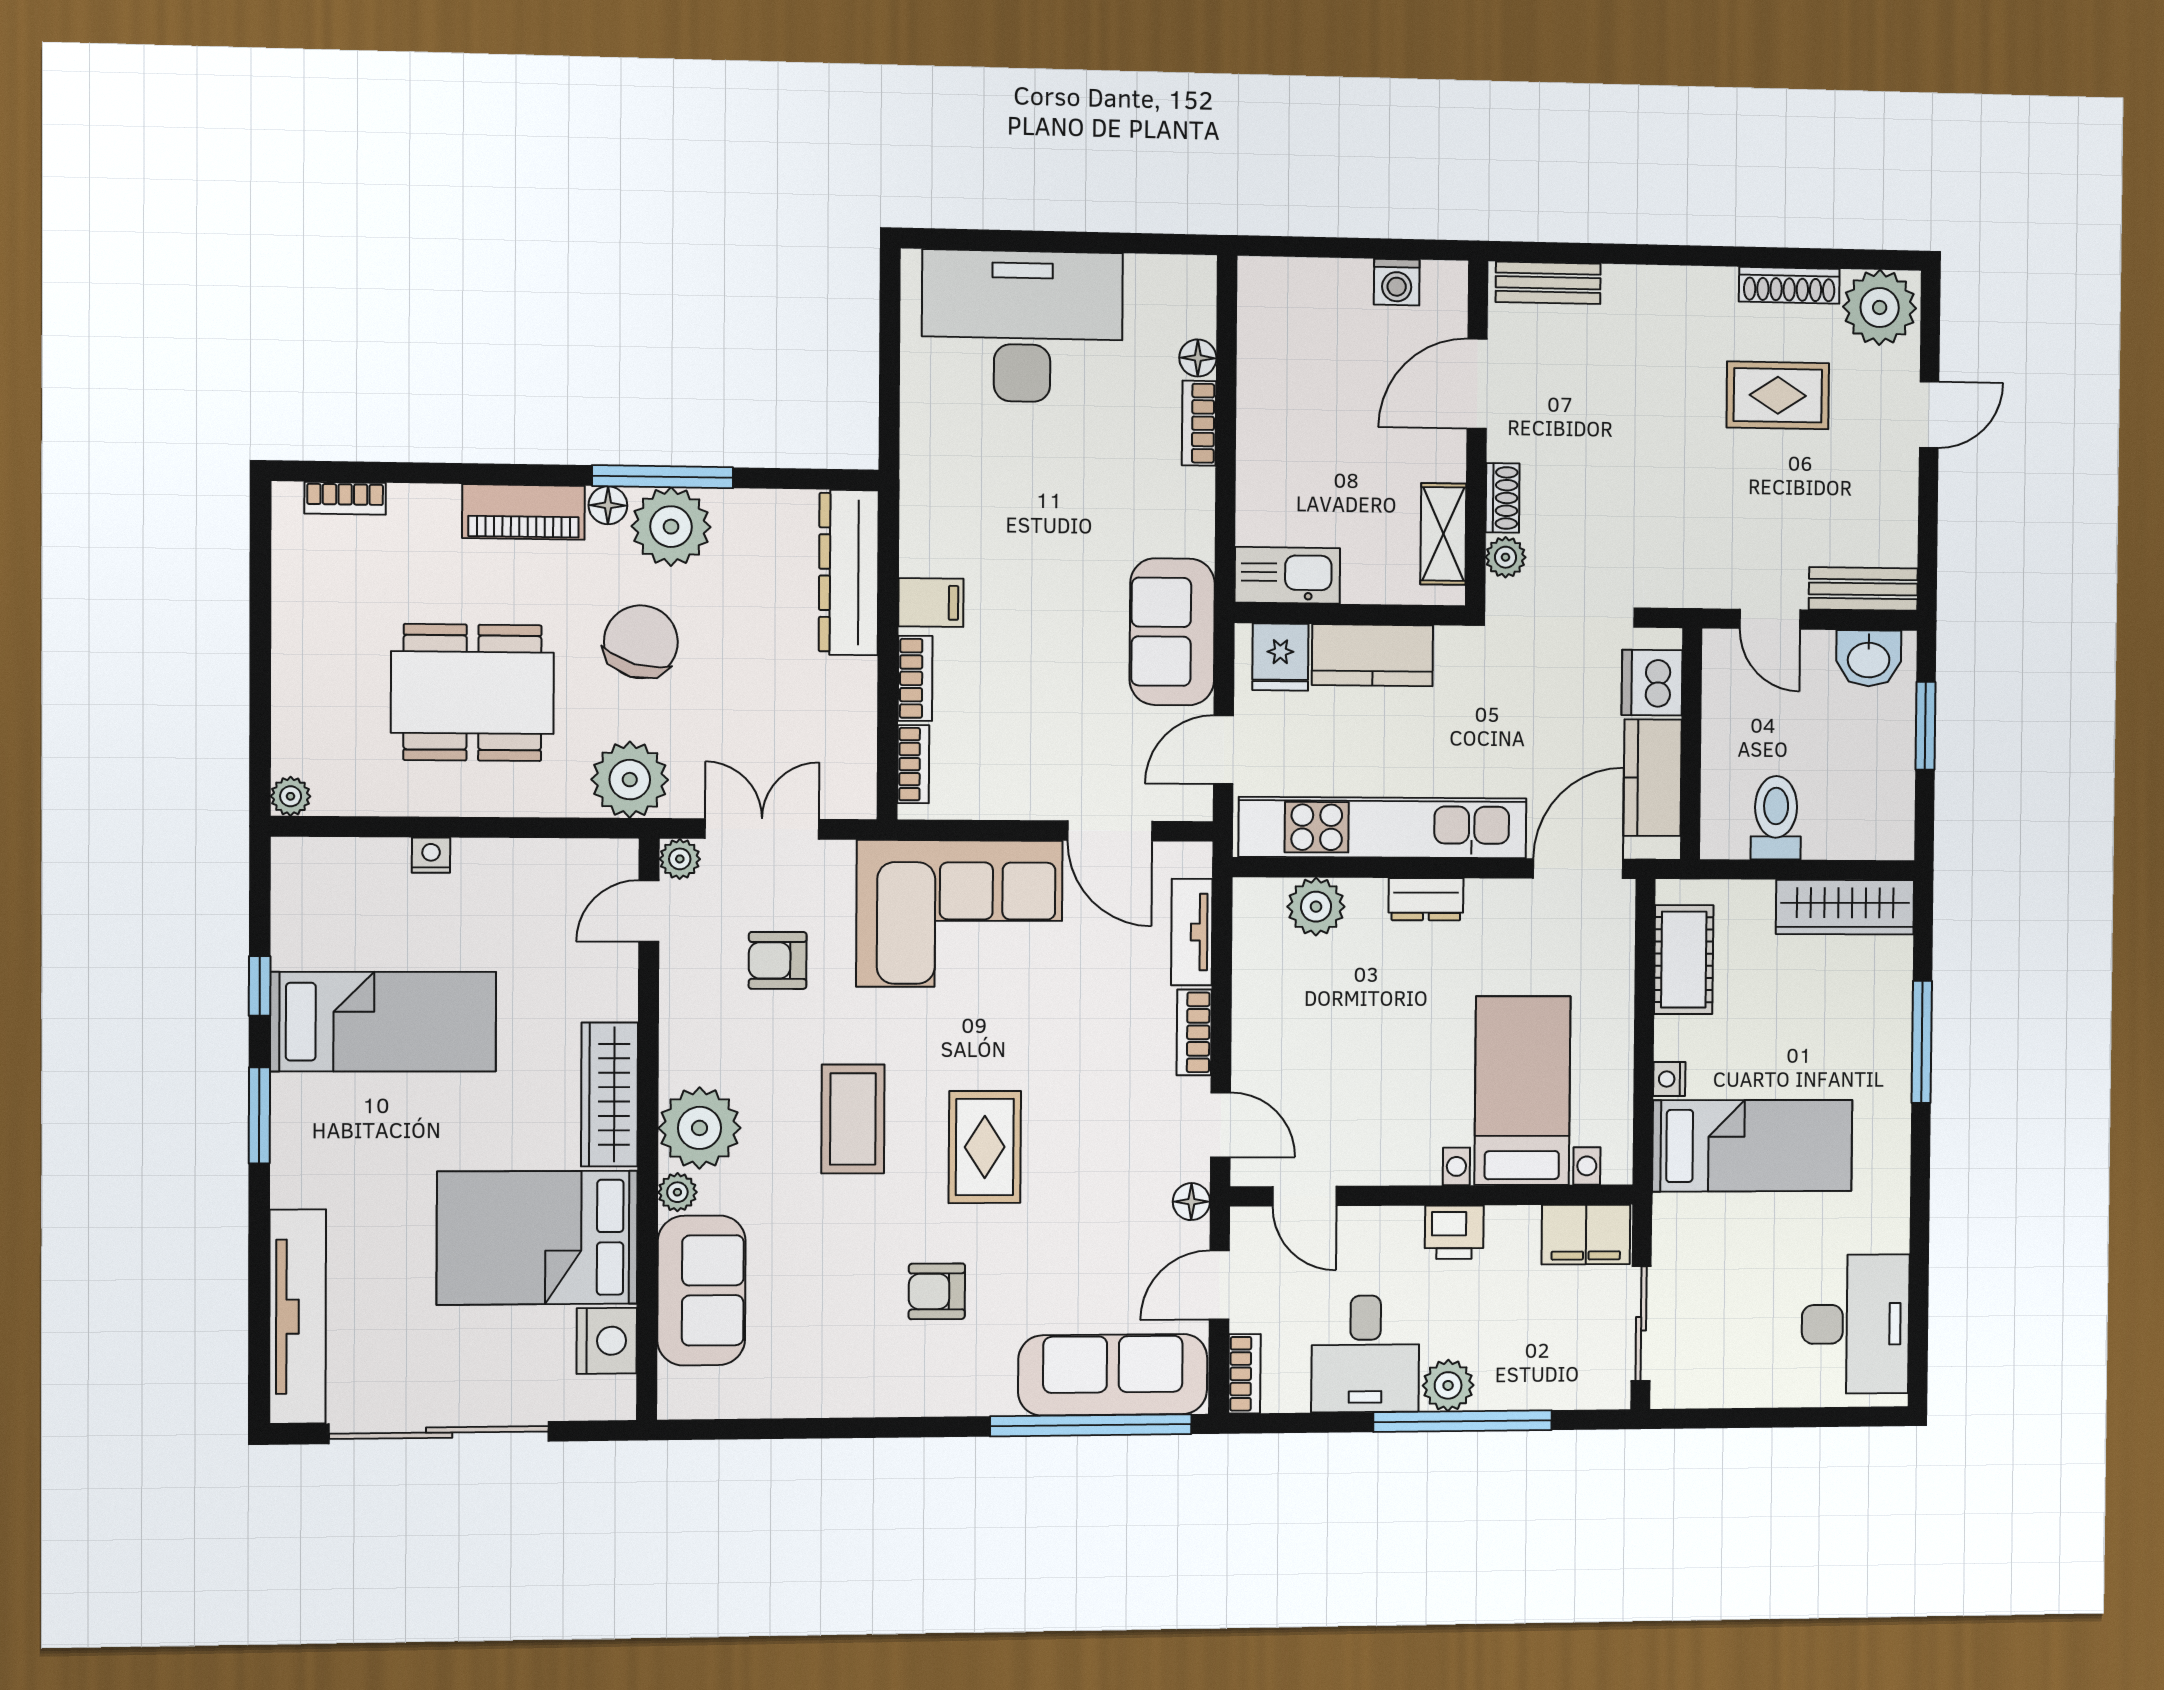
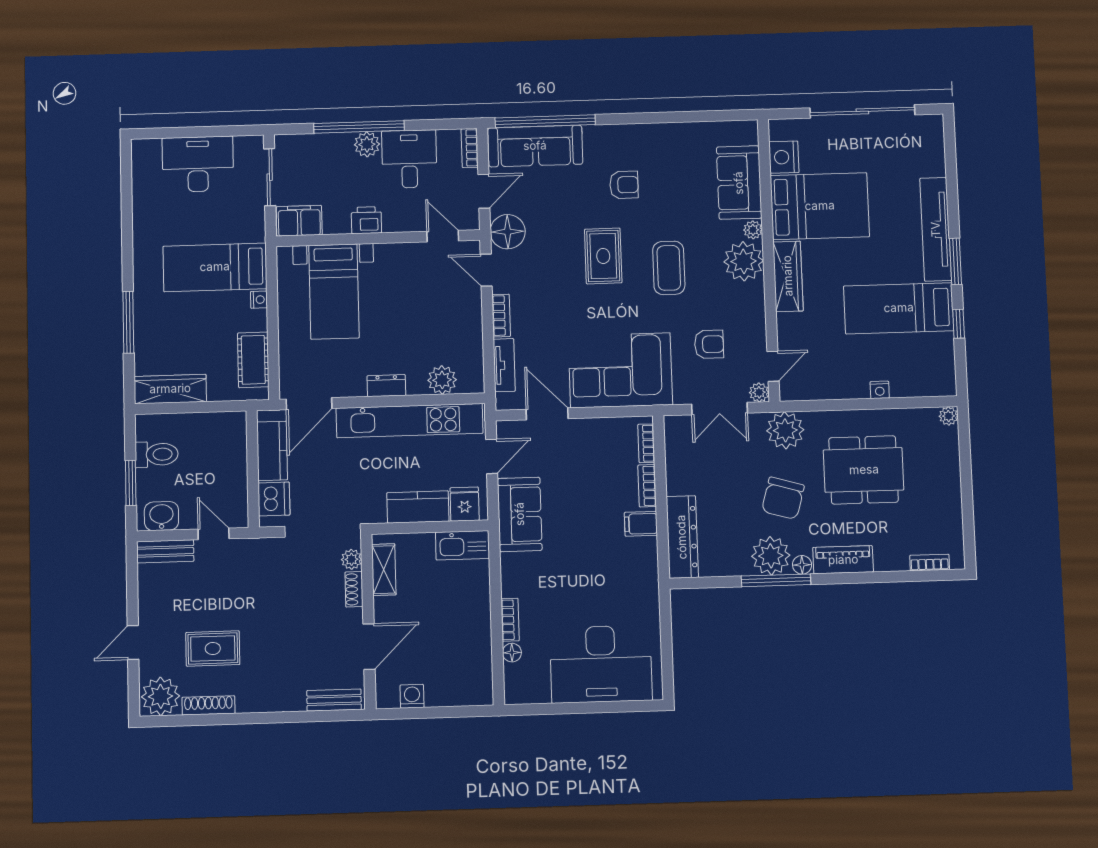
toilet: (1776, 818) -> (157, 454), moved, turned -90
floor lamp: (1191, 1202) -> (508, 232), width x1.89, depth x1.89
tv unit: (298, 1317) -> (936, 229), moved
desk: (1855, 1324) -> (198, 164), moved, turned 90

